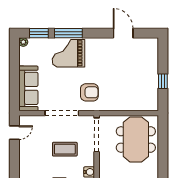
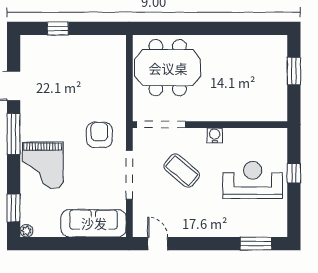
window: (68, 33) -> (14, 134), moved
window: (163, 81) -> (58, 28), moved
coffee table: (65, 149) -> (182, 171), turned -50

